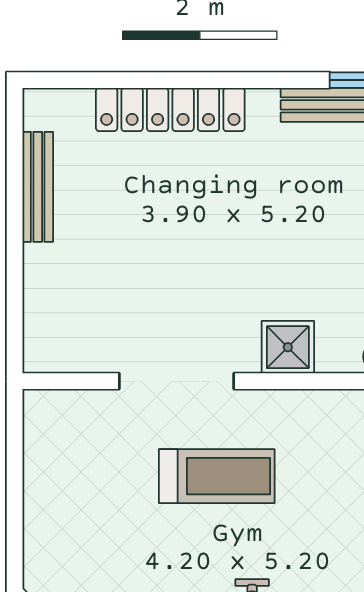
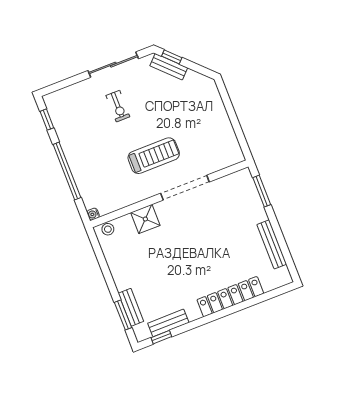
window: (15, 310) -> (262, 191), added
treadmill: (217, 476) -> (154, 156), turned 180

